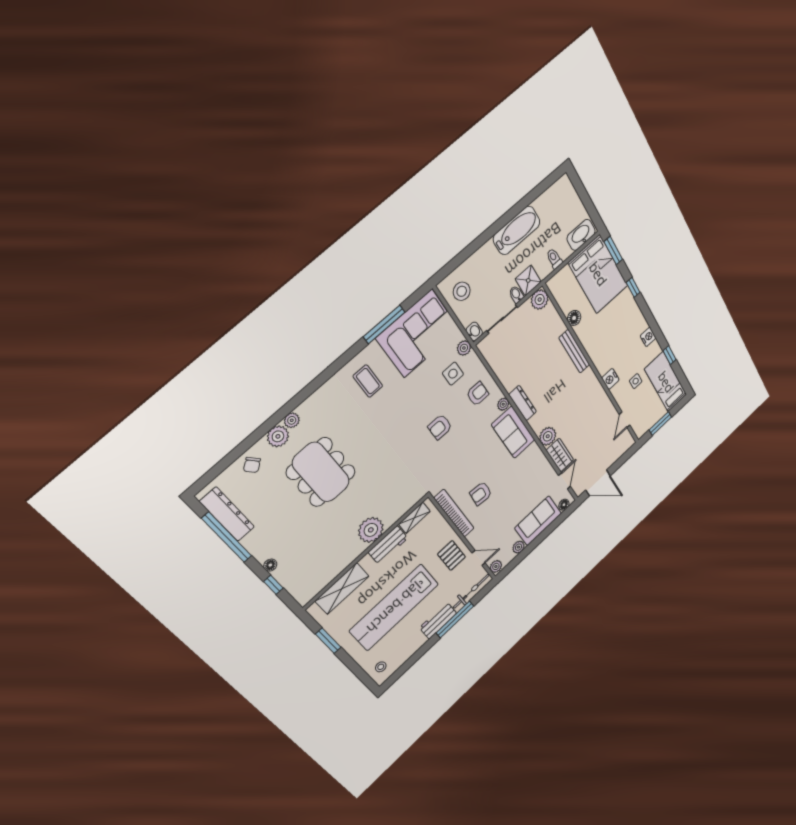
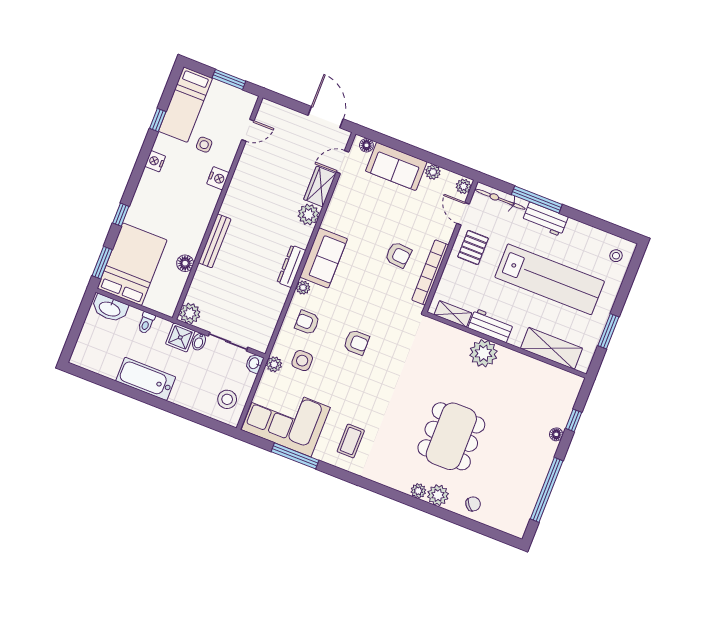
dresser: (227, 514) -> (526, 501), removed

